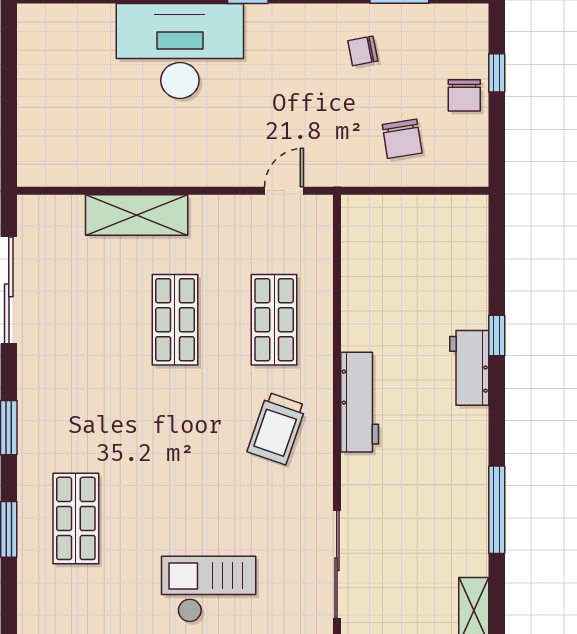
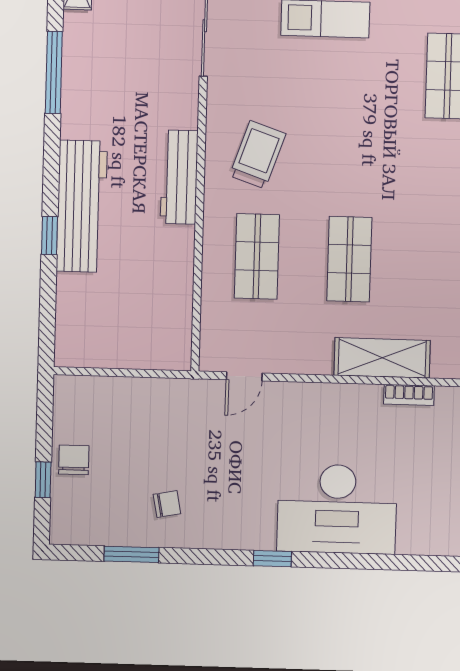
chair: (402, 139) -> (133, 421), removed
bookcase: (107, 176) -> (409, 395), added
workbench: (469, 368) -> (82, 206), width x1.87, depth x1.32

